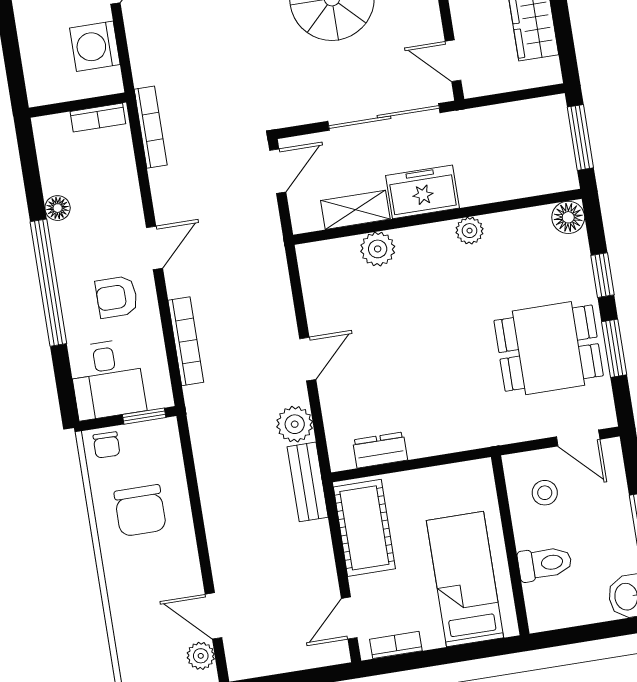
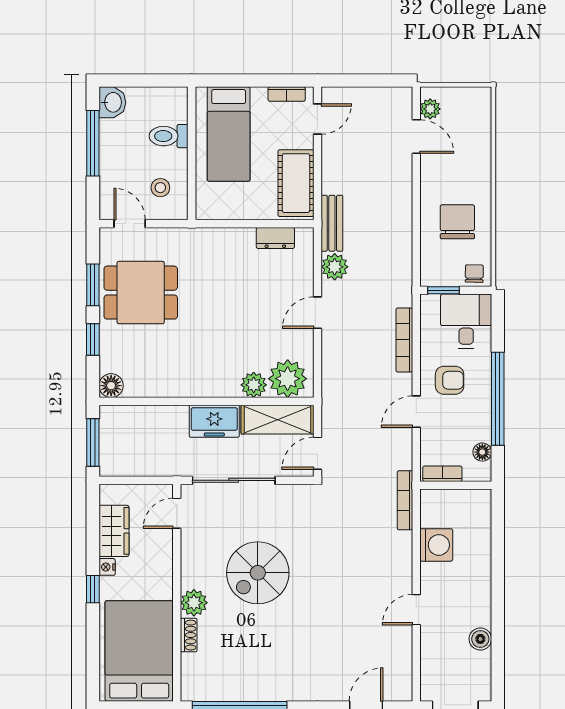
washing machine: (95, 46) -> (436, 545), moved
door: (453, 61) -> (177, 513), swing flipped
wall: (78, 105) -> (456, 485), moved
bookcase: (98, 118) -> (442, 474), moved
shelving: (355, 210) -> (277, 420), width x1.50, depth x1.33
plant: (470, 231) -> (288, 379), moved, width x1.87, depth x1.87

